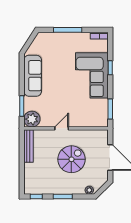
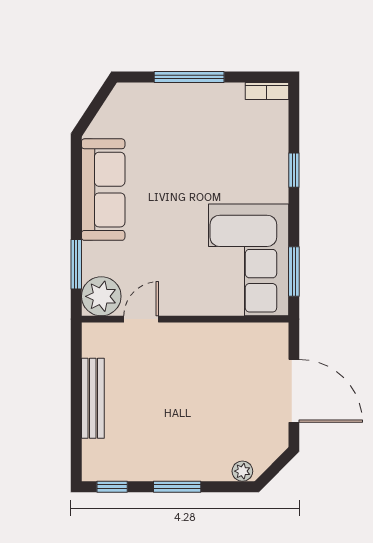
corner sofa: (92, 75) -> (249, 260), moved
door: (62, 128) -> (141, 319), moved
bench: (28, 146) -> (93, 398), moved
spiral stairs: (71, 159) -> (199, 395), removed

